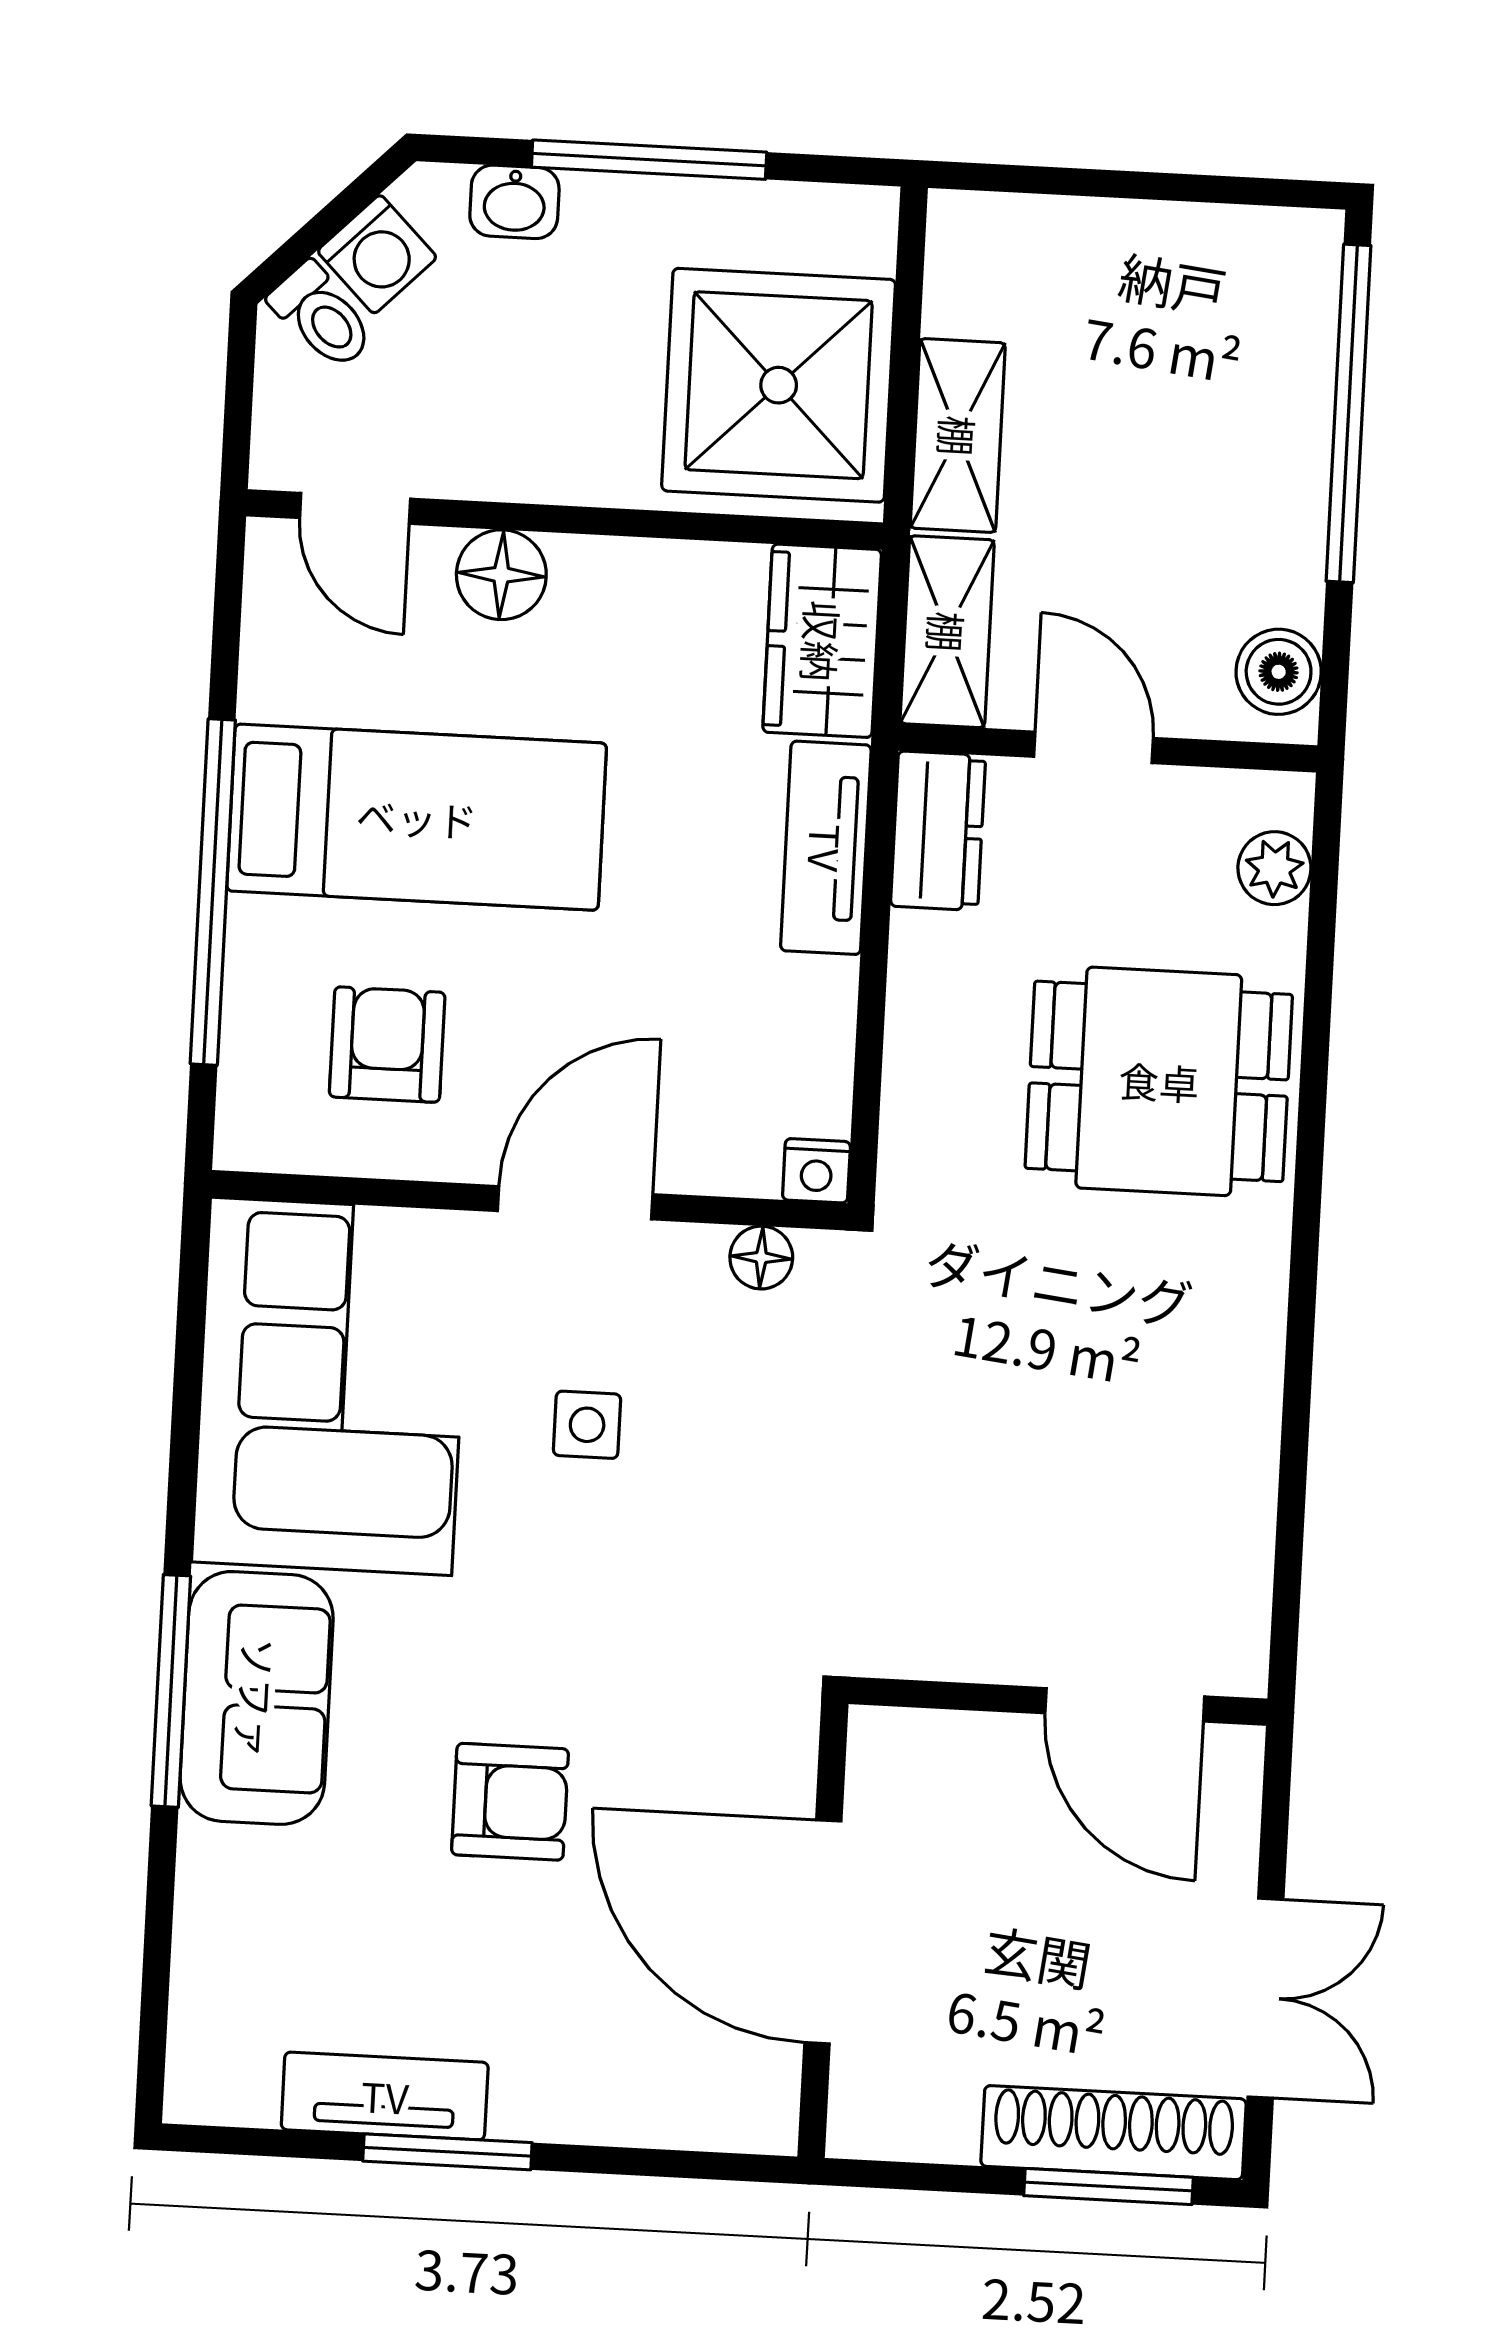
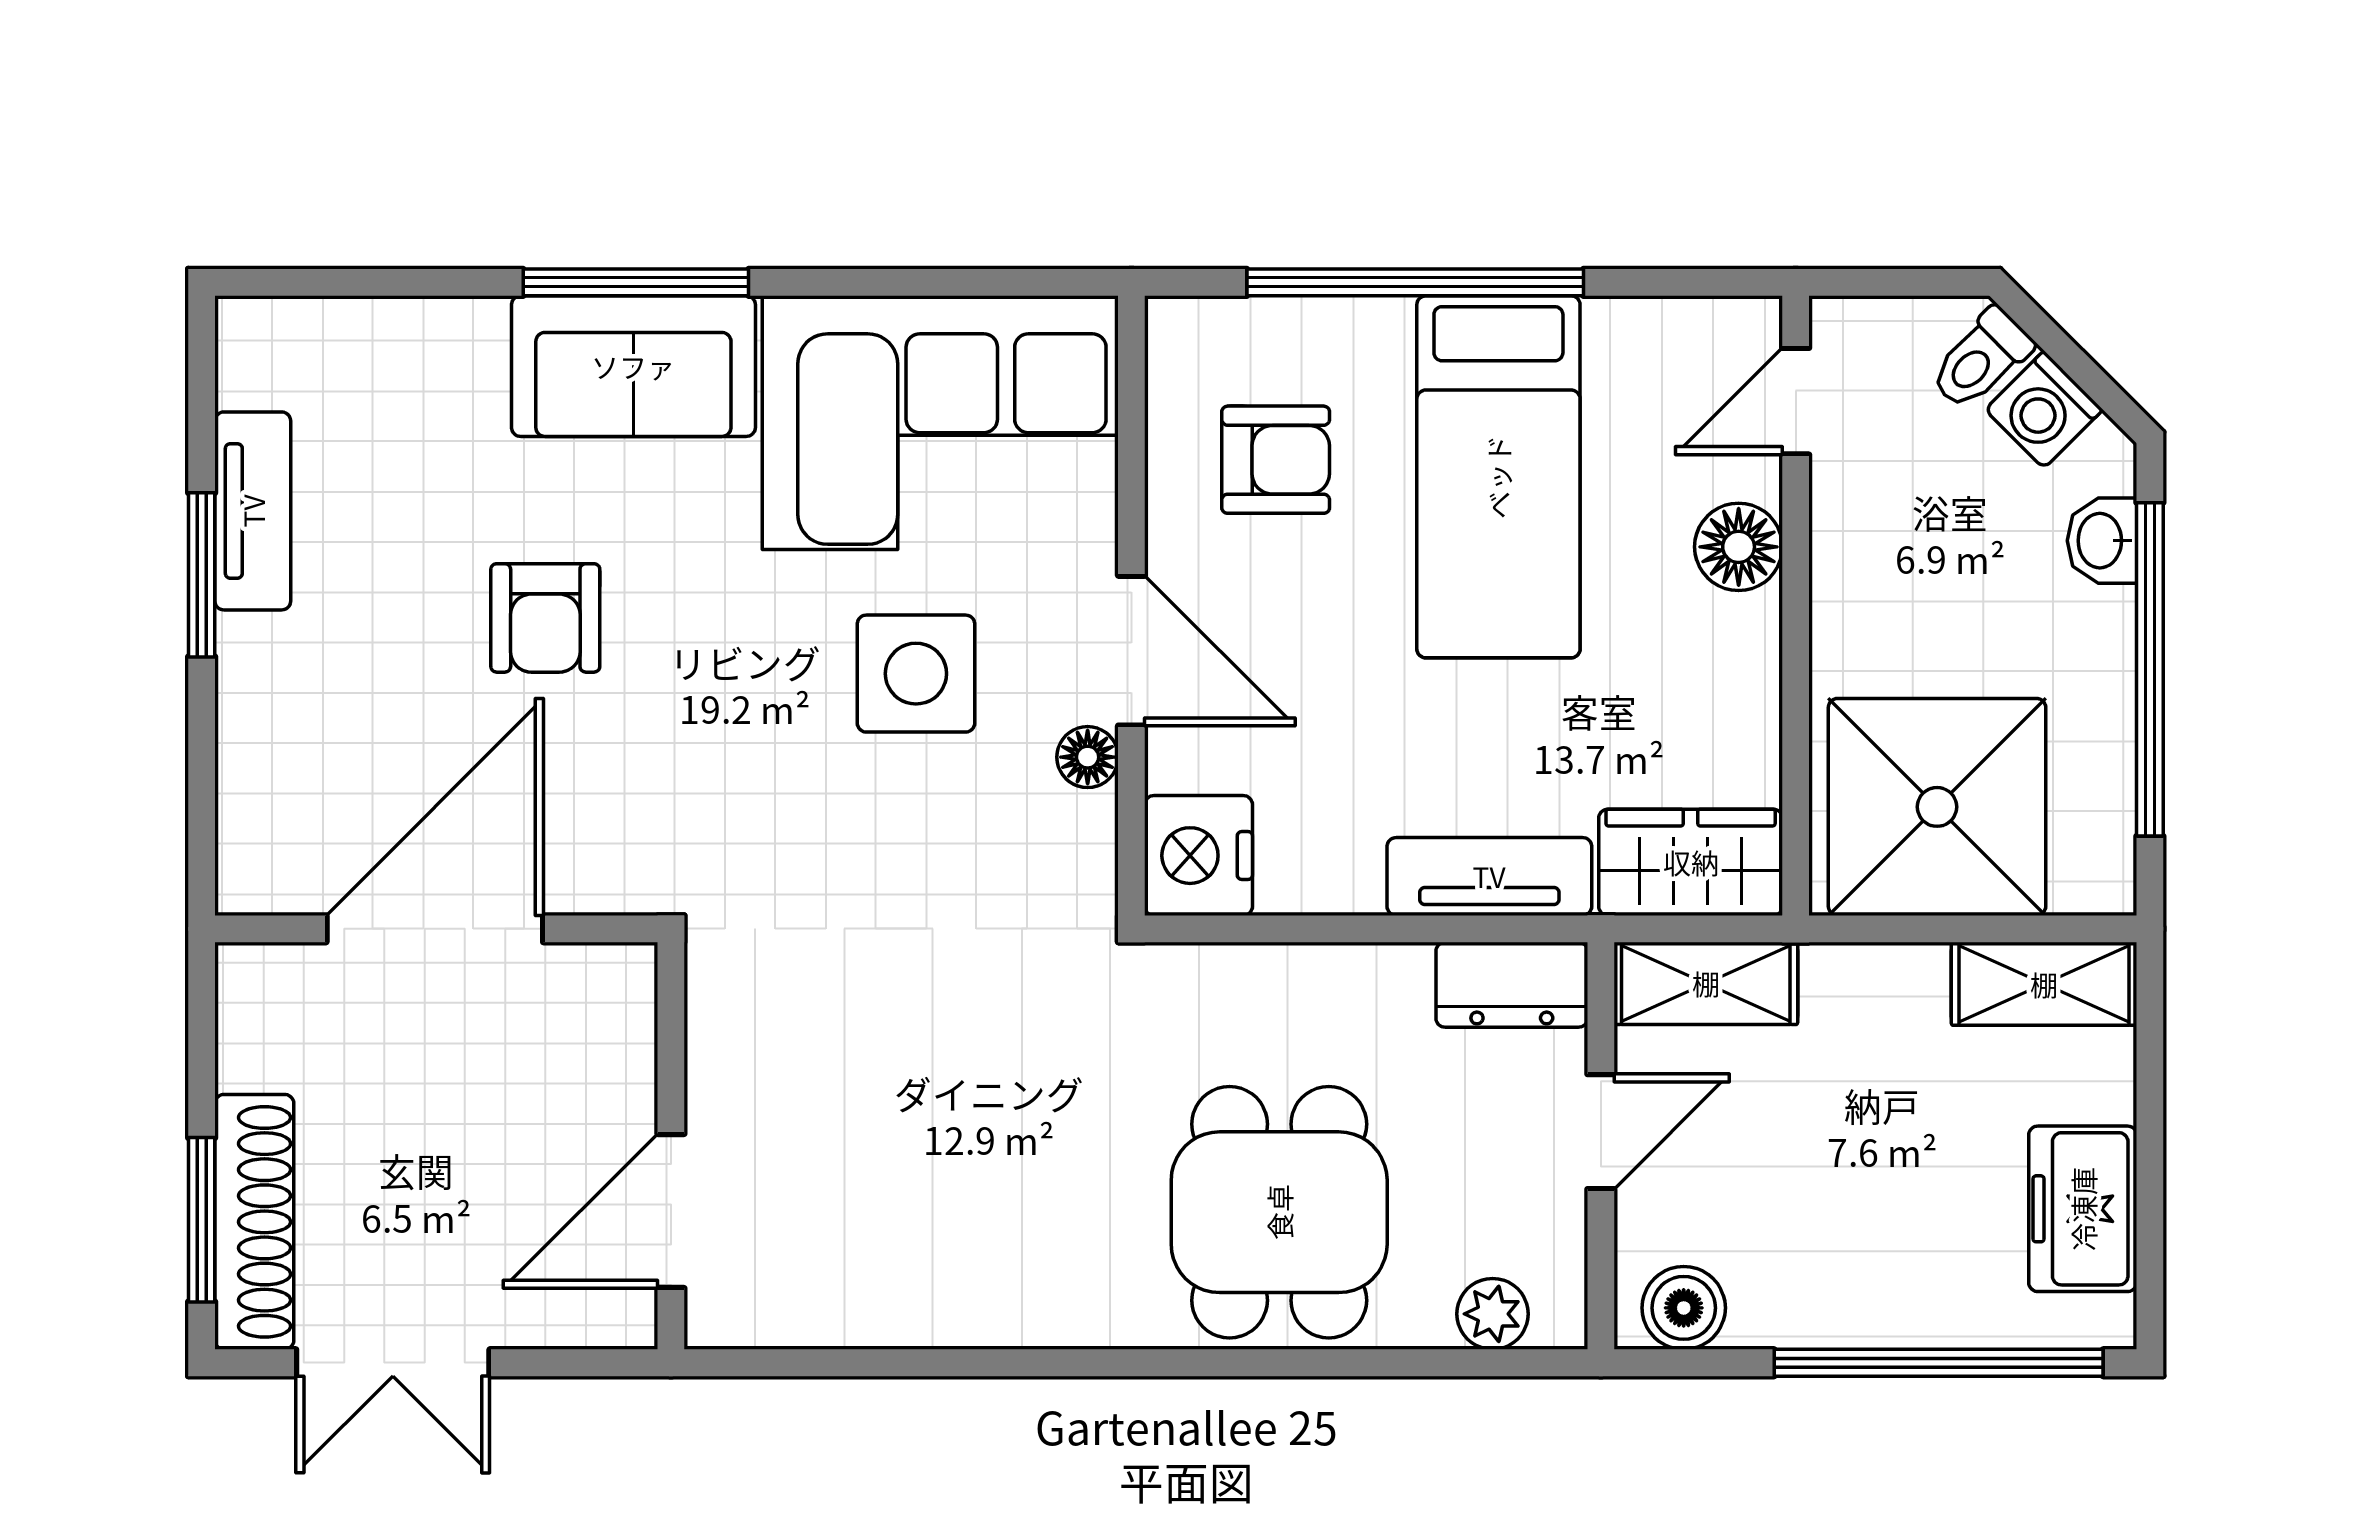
window: (649, 160) -> (2150, 669), width x1.46
freezer: (1198, 257) -> (2083, 1209), added
shelving: (958, 436) -> (2044, 984), moved
nightstand: (816, 1171) -> (1199, 856), width x1.89, depth x1.79
floor lamp: (761, 1258) -> (1088, 757), moved
side table: (587, 1425) -> (916, 674), width x1.87, depth x1.87

